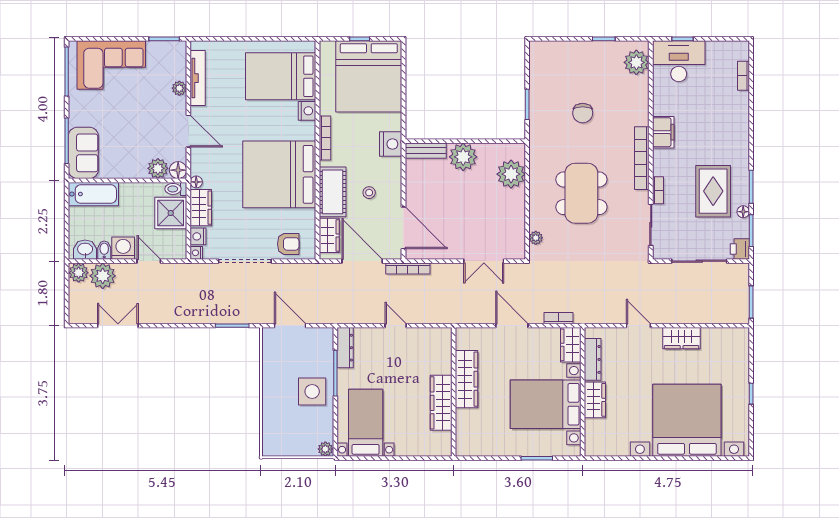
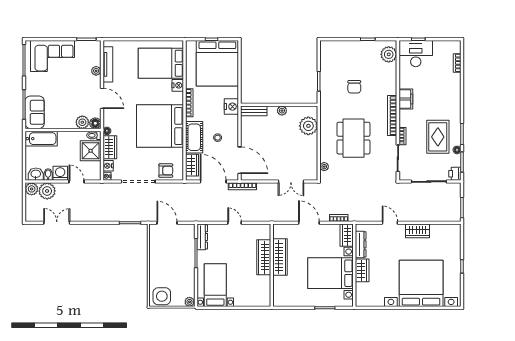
plant: (463, 157) -> (282, 111), width x0.53, depth x0.53
side table: (312, 391) -> (162, 296), moved
wardrobe: (441, 403) -> (264, 257), moved

